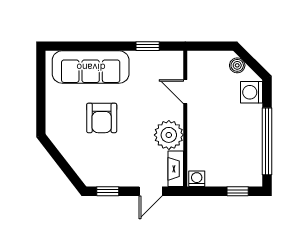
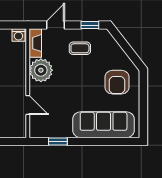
armchair: (102, 118) -> (117, 82), moved, turned 180
coffee table: (120, 162) -> (80, 48), added

